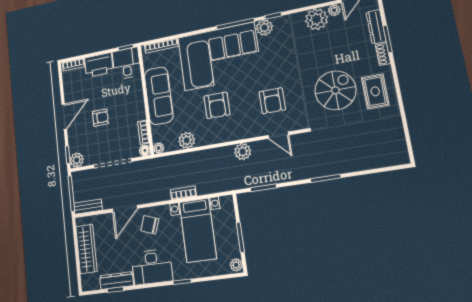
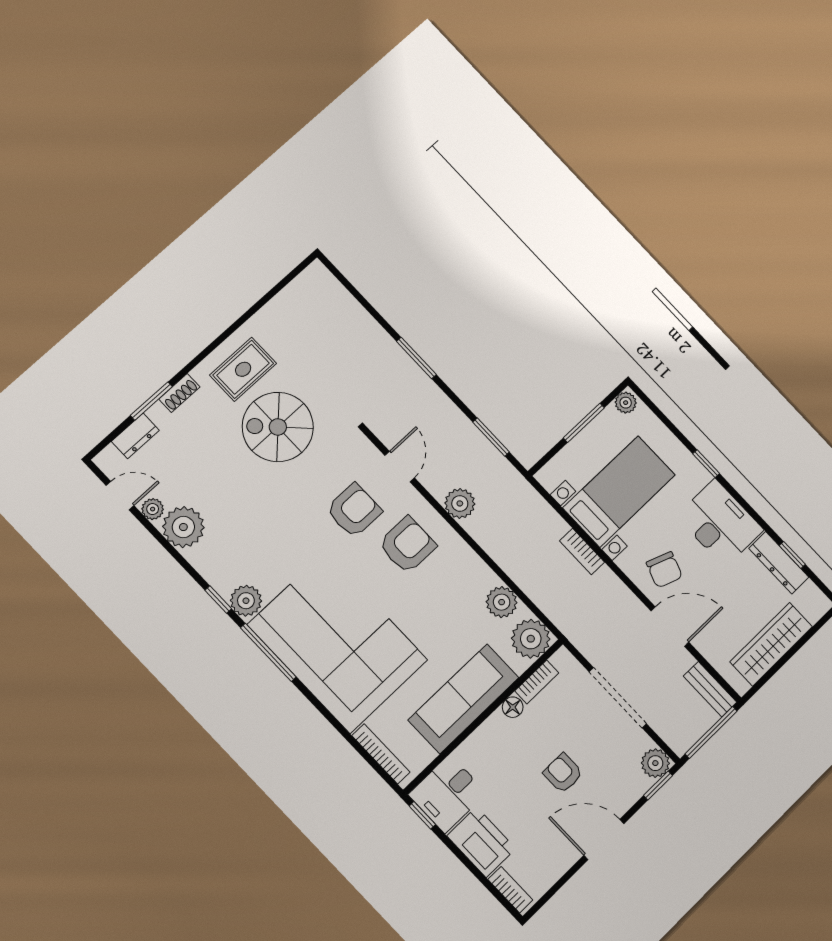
dresser: (376, 27) -> (135, 436), width x0.70
armchair: (217, 105) -> (407, 545), moved
plant: (159, 148) -> (531, 639), width x1.87, depth x1.87
floor lamp: (145, 150) -> (513, 707), moved

